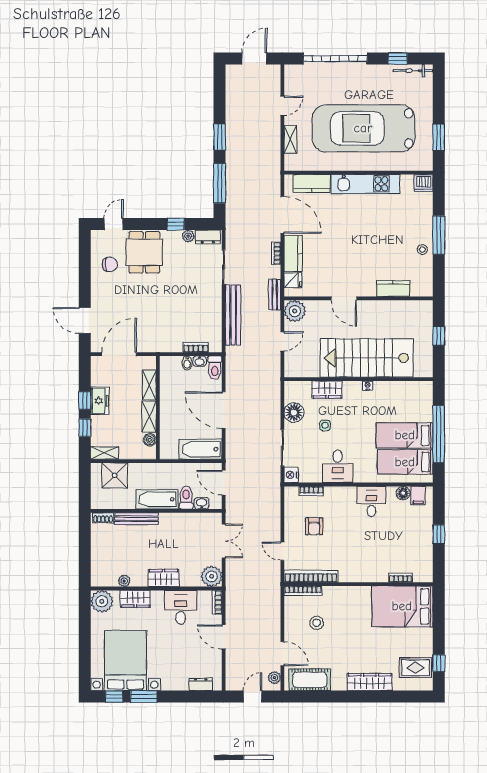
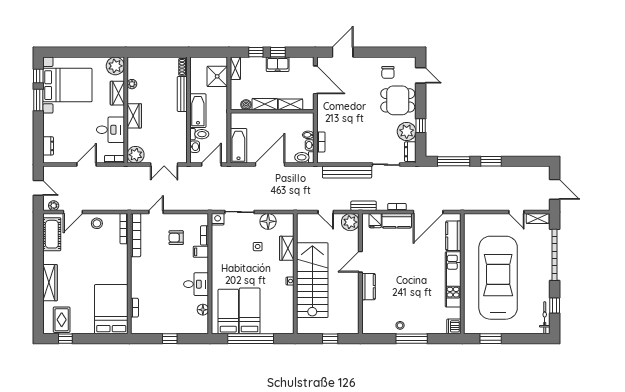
shelving: (290, 140) -> (538, 218), moved
plant: (188, 236) -> (407, 132), width x1.87, depth x1.87
kitchen counter: (393, 289) -> (368, 287), moved
desk: (338, 466) -> (225, 257), removed
filing cabinet: (418, 496) -> (201, 252), moved
stool: (317, 623) -> (97, 223), moved

